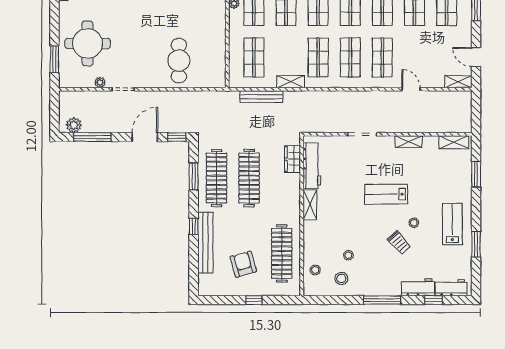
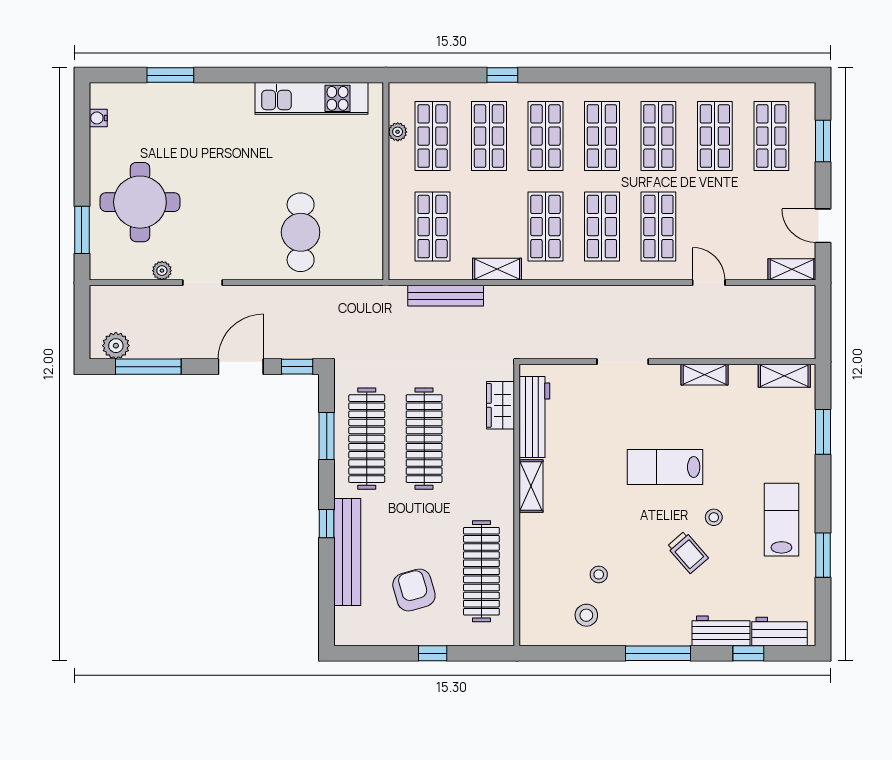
stool: (315, 270) -> (540, 600), removed

